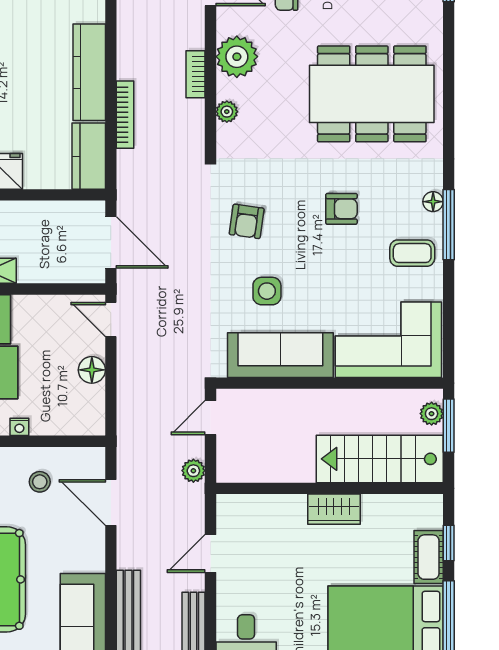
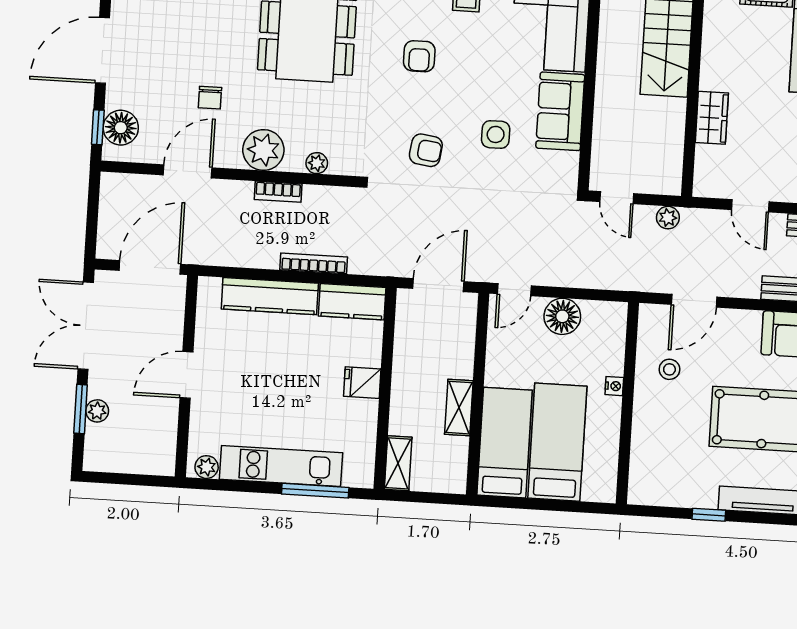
armchair: (341, 209) -> (419, 56), turned 180
sofa: (280, 355) -> (560, 111), width x0.73
floor lamp: (92, 370) -> (562, 316), width x1.38, depth x1.38
wardrobe: (334, 509) -> (712, 118), moved

